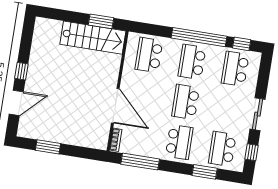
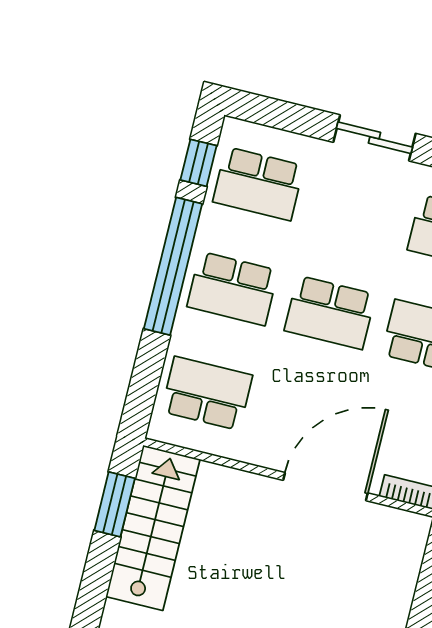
school desk: (149, 55) -> (207, 393), turned 180

